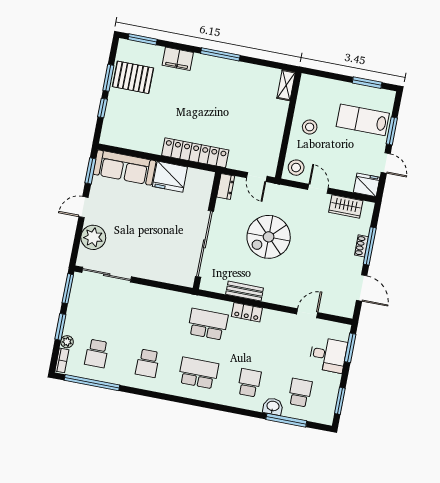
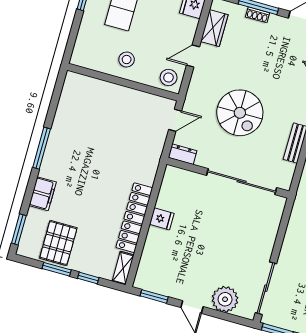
shelving: (286, 85) -> (123, 268), moved, turned 90
locker: (195, 153) -> (134, 218), moved
sofa: (124, 168) -> (153, 260), removed
fridge: (170, 177) -> (162, 219), width x0.53, depth x0.75

